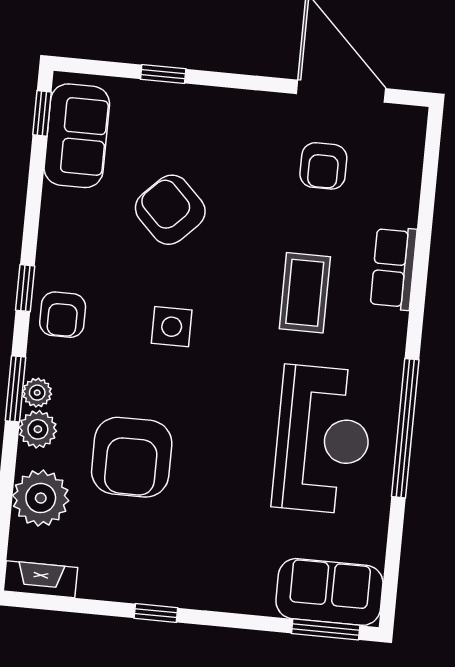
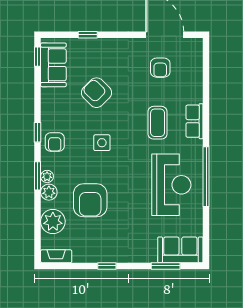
row of seats: (393, 268) -> (194, 121), moved
window: (326, 629) -> (166, 266), moved

